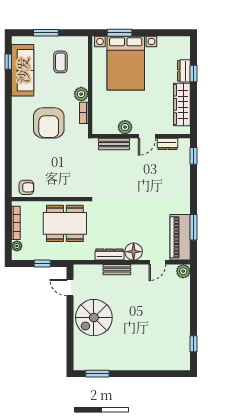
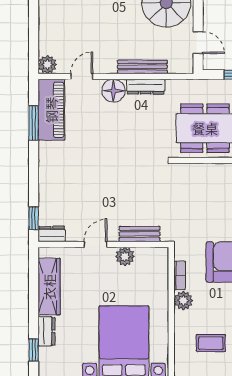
coffee table: (60, 62) -> (211, 343), turned 90
window: (193, 74) -> (34, 350), moved
dresser: (167, 144) -> (52, 234), moved
bench: (117, 270) -> (142, 67), width x1.36

